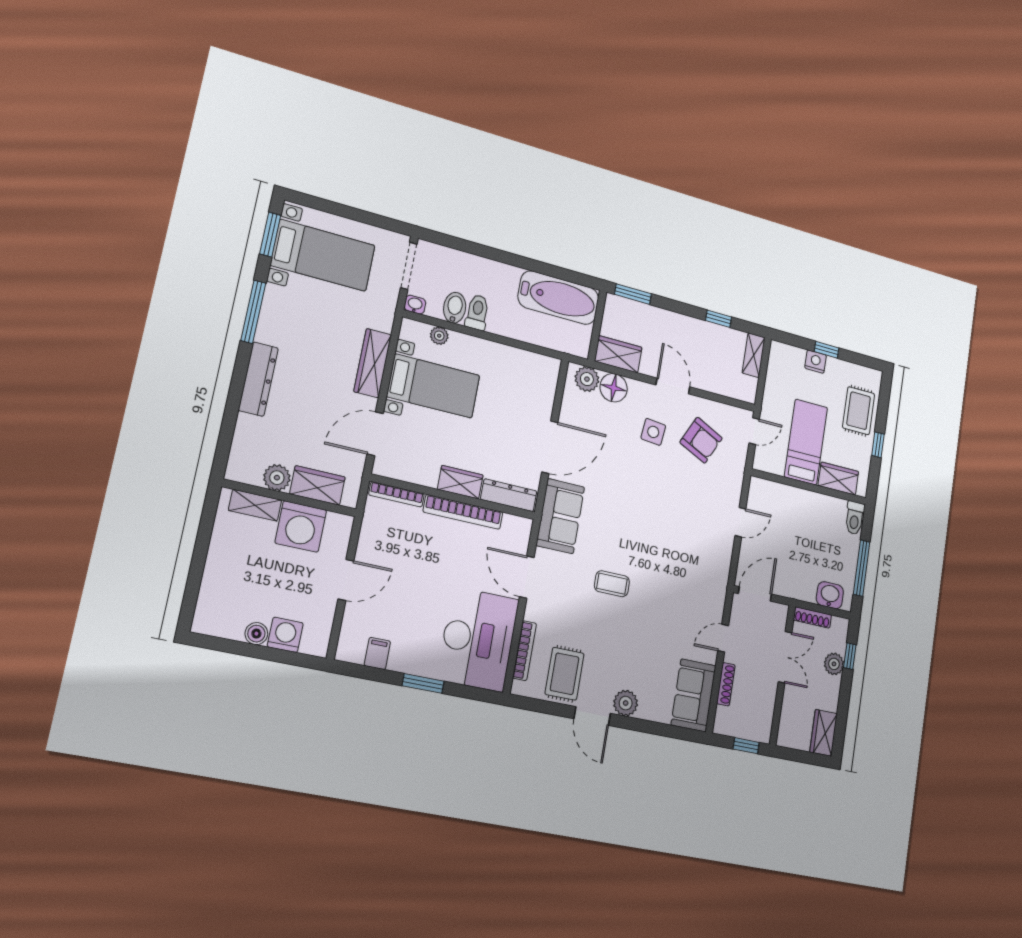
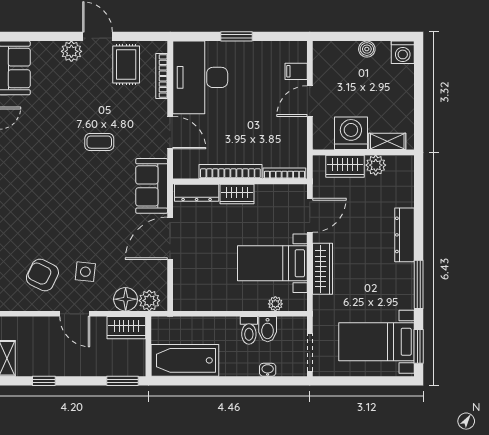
washbasin: (415, 305) -> (268, 370), moved, turned 180
washing machine: (285, 635) -> (403, 52), moved
filing cabinet: (377, 653) -> (296, 71), moved, turned 90

